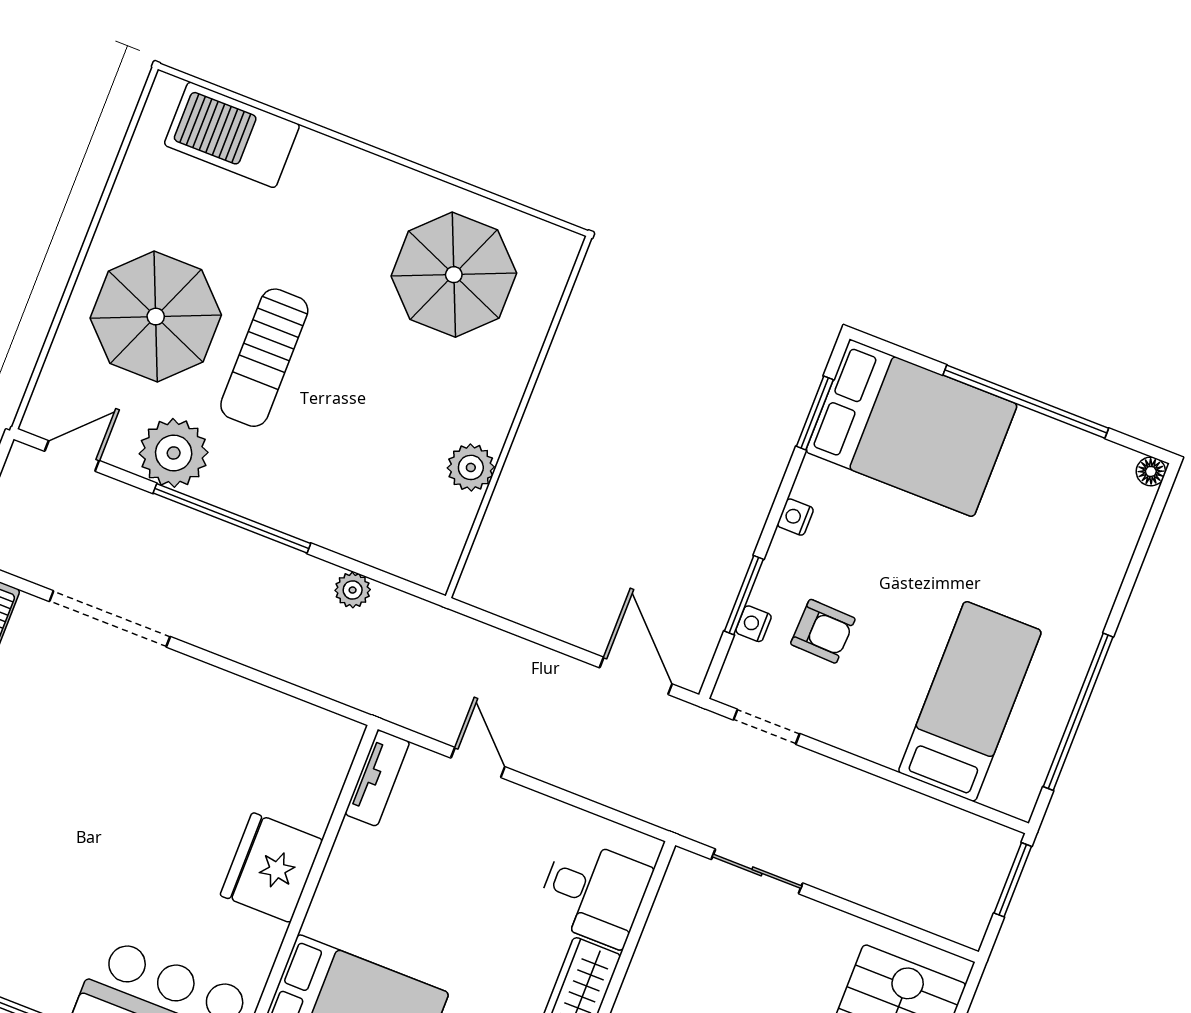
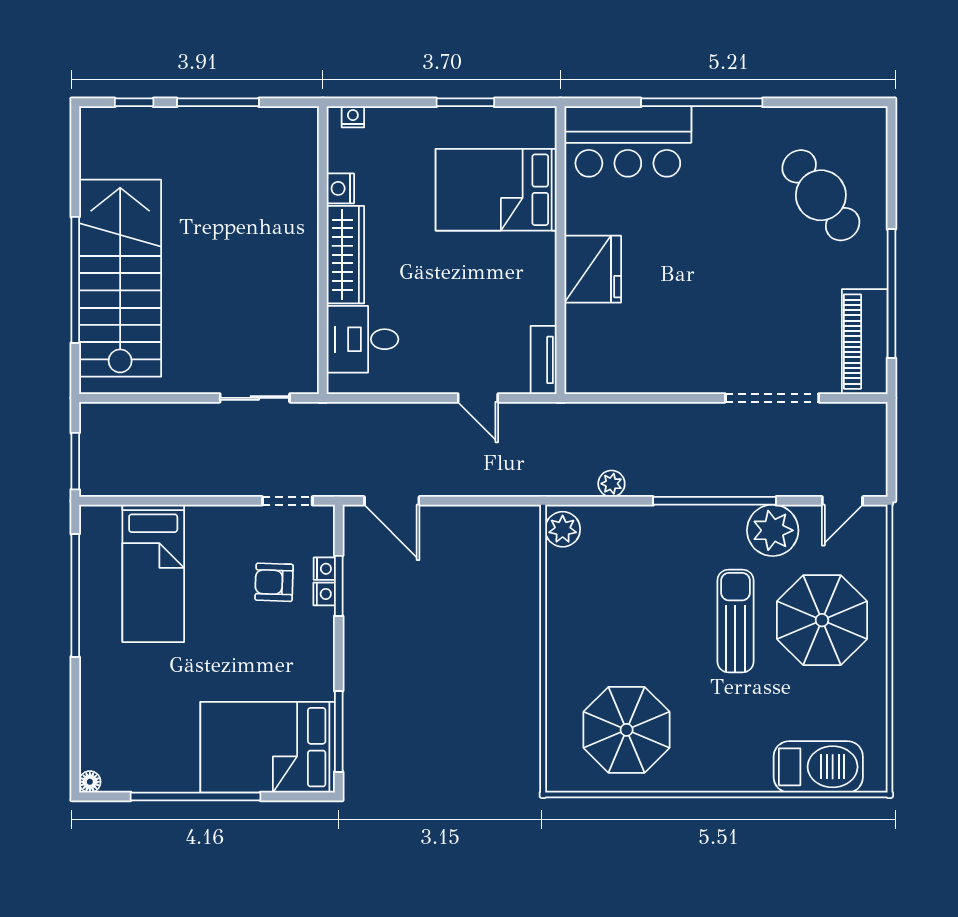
window: (815, 413) -> (339, 731), width x1.44
plant: (471, 467) -> (563, 529), moved
nightstand: (795, 517) -> (324, 594), moved

